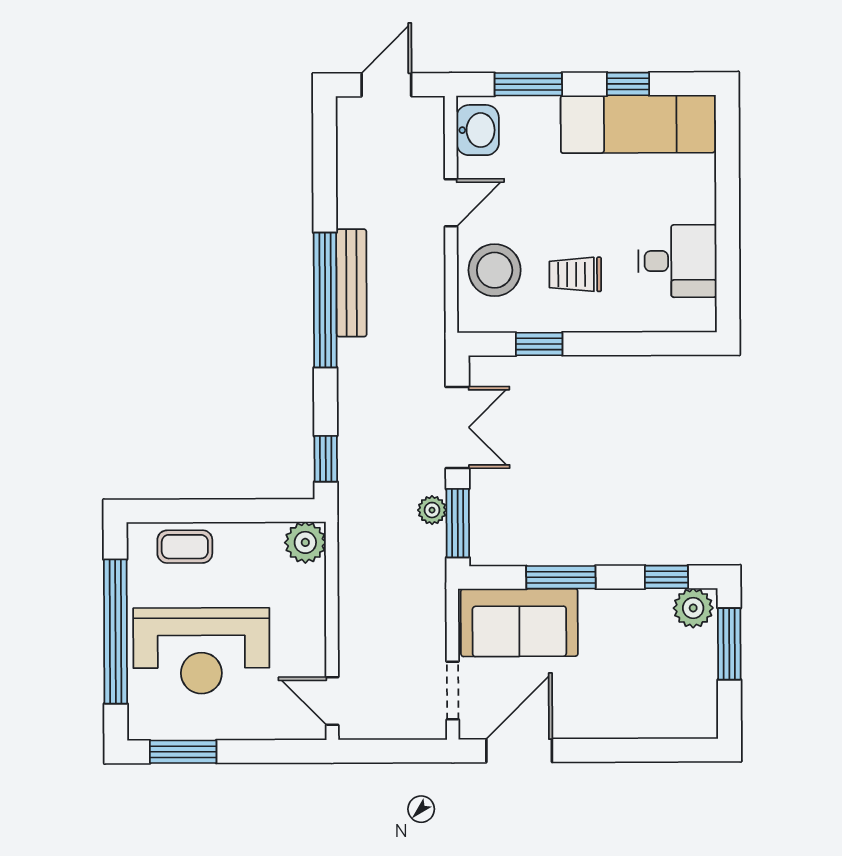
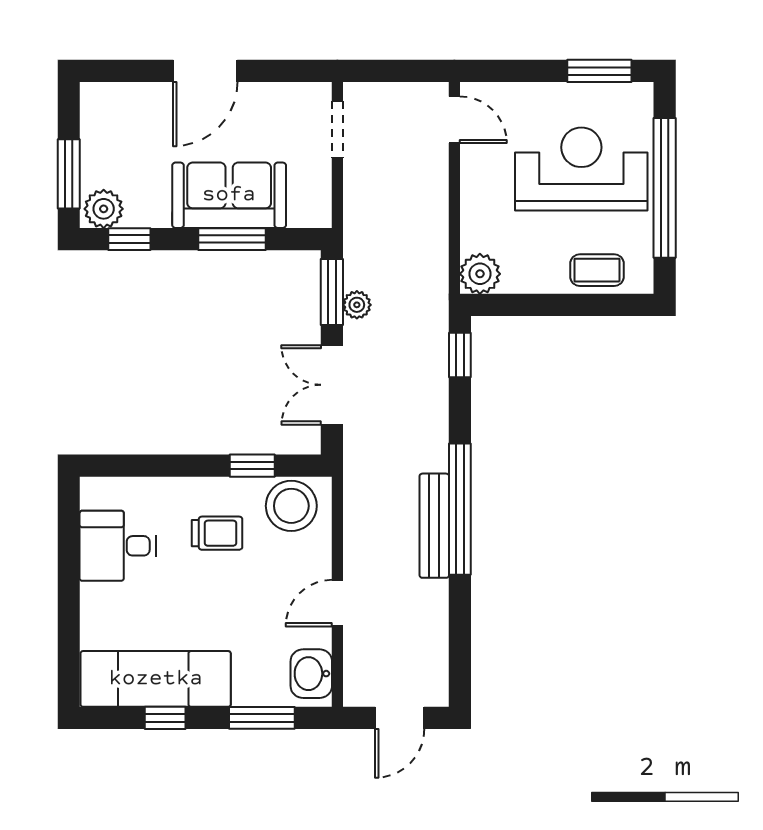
stool: (495, 270) -> (291, 506), moved
sofa: (519, 623) -> (229, 195), moved
door: (519, 751) -> (205, 71), moved

